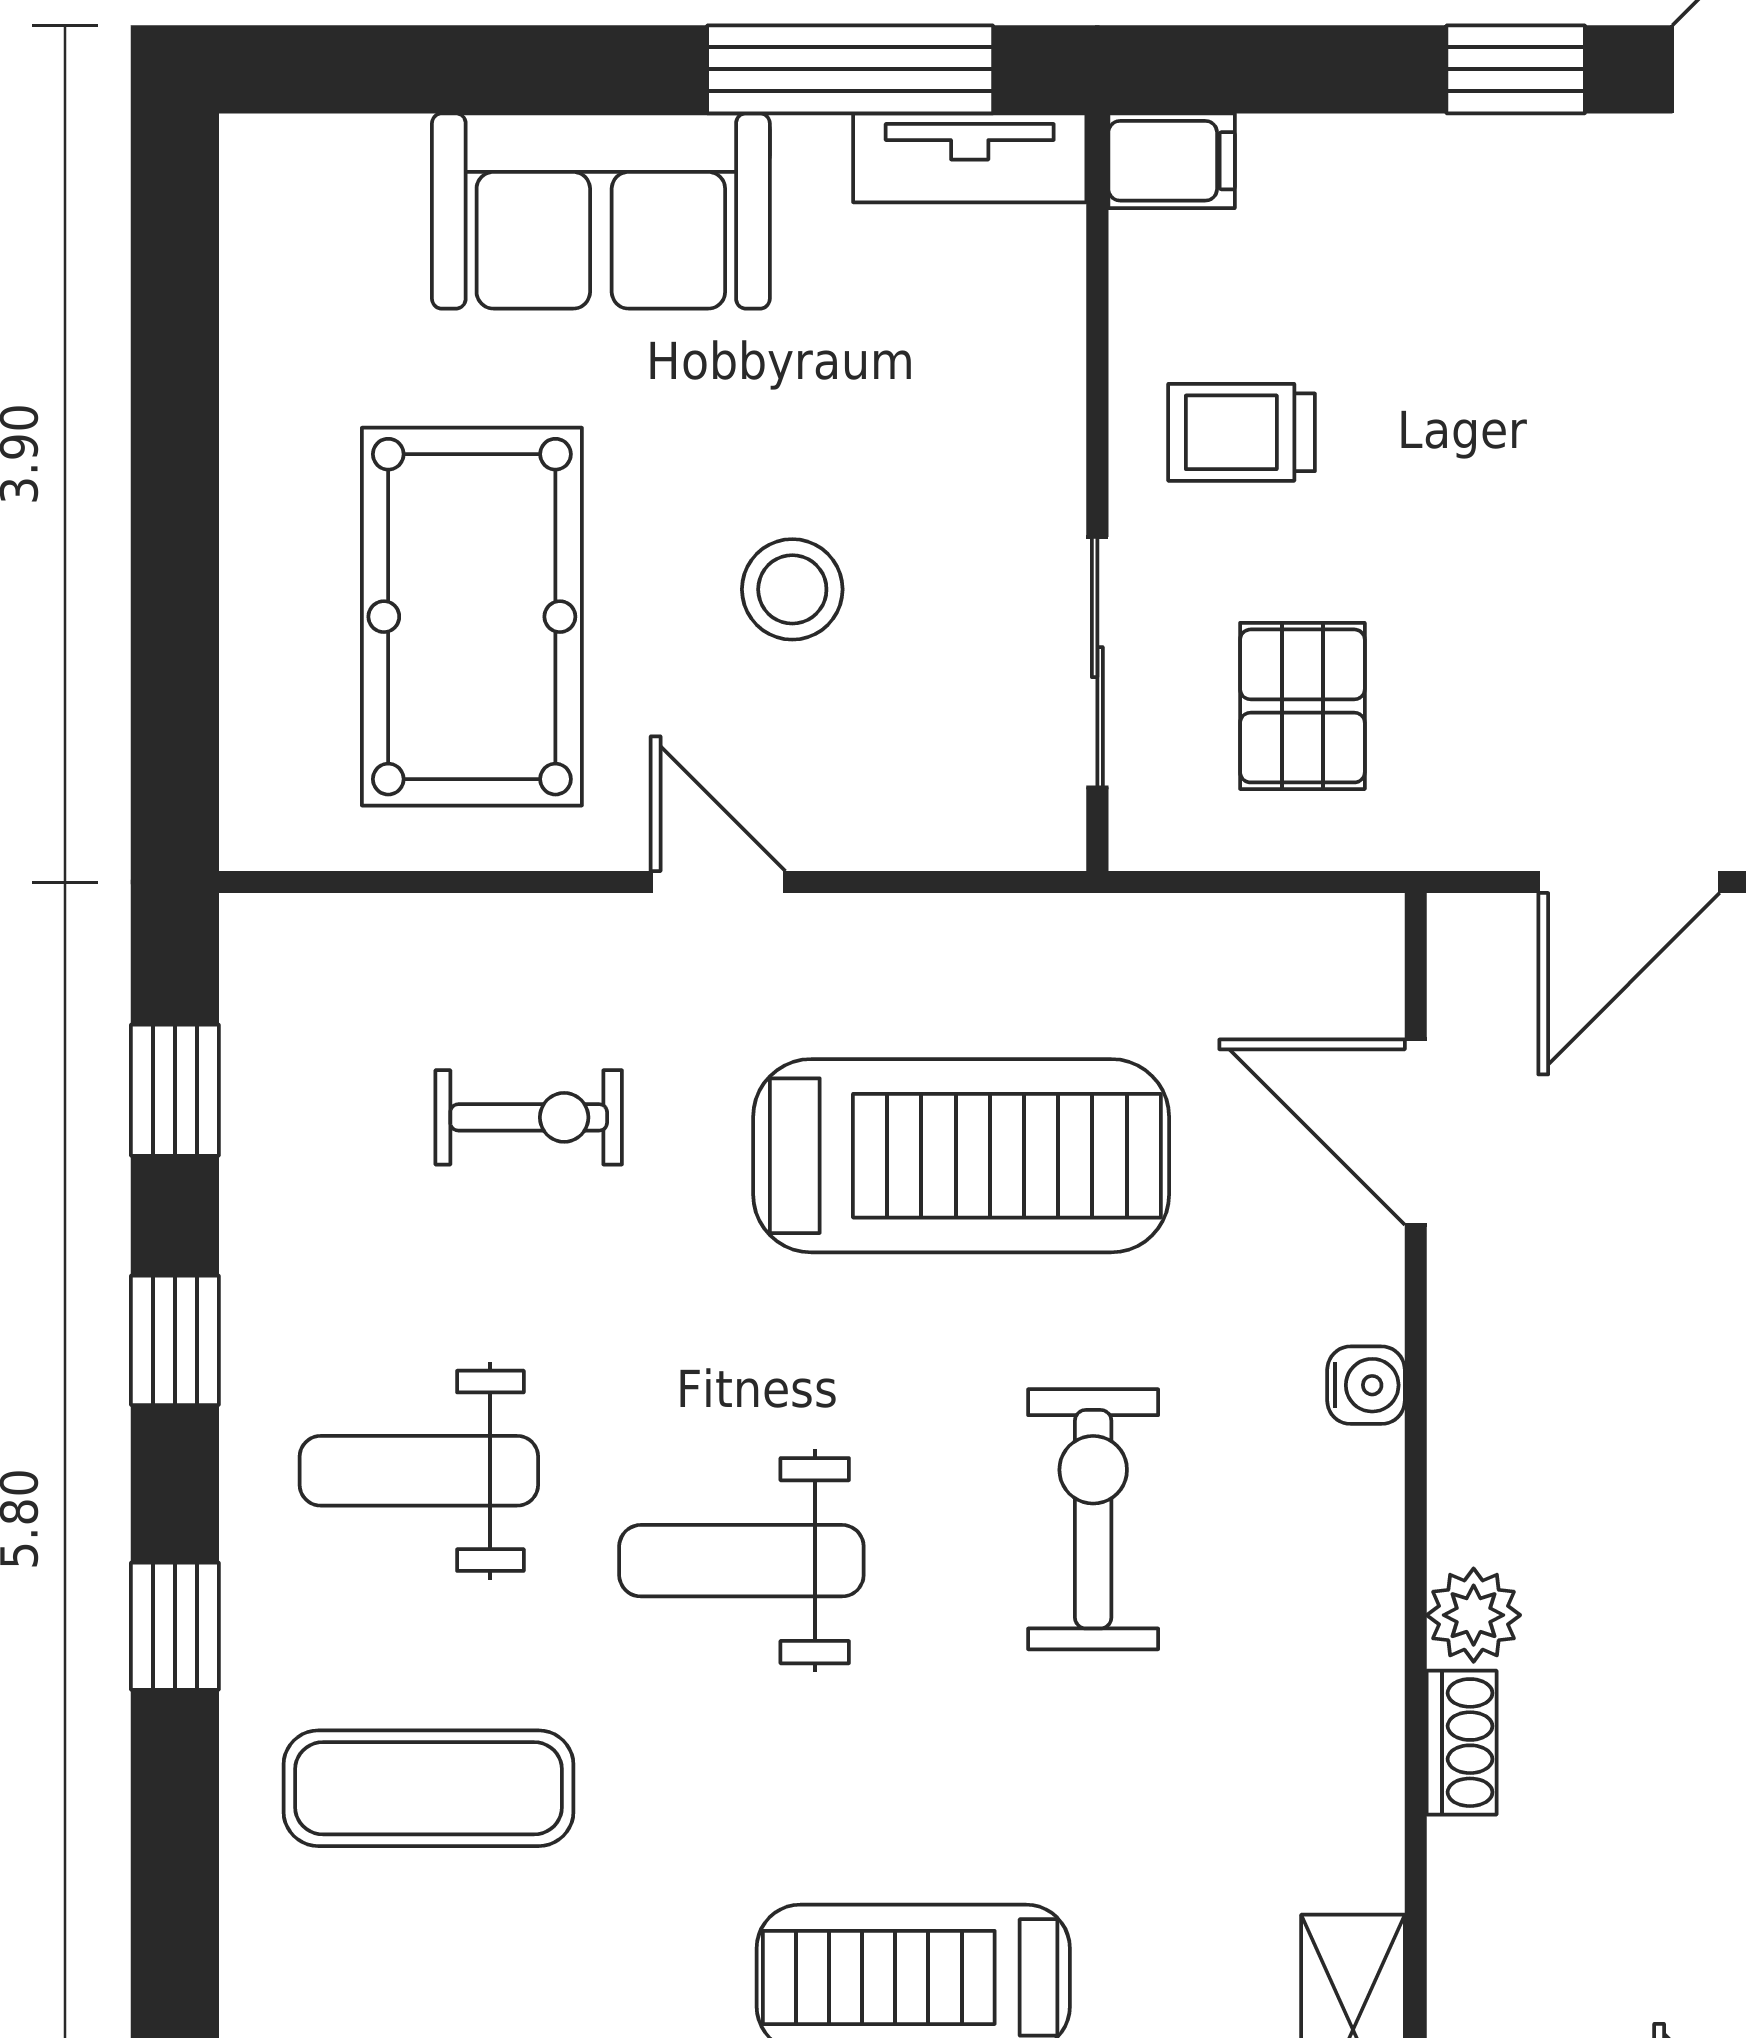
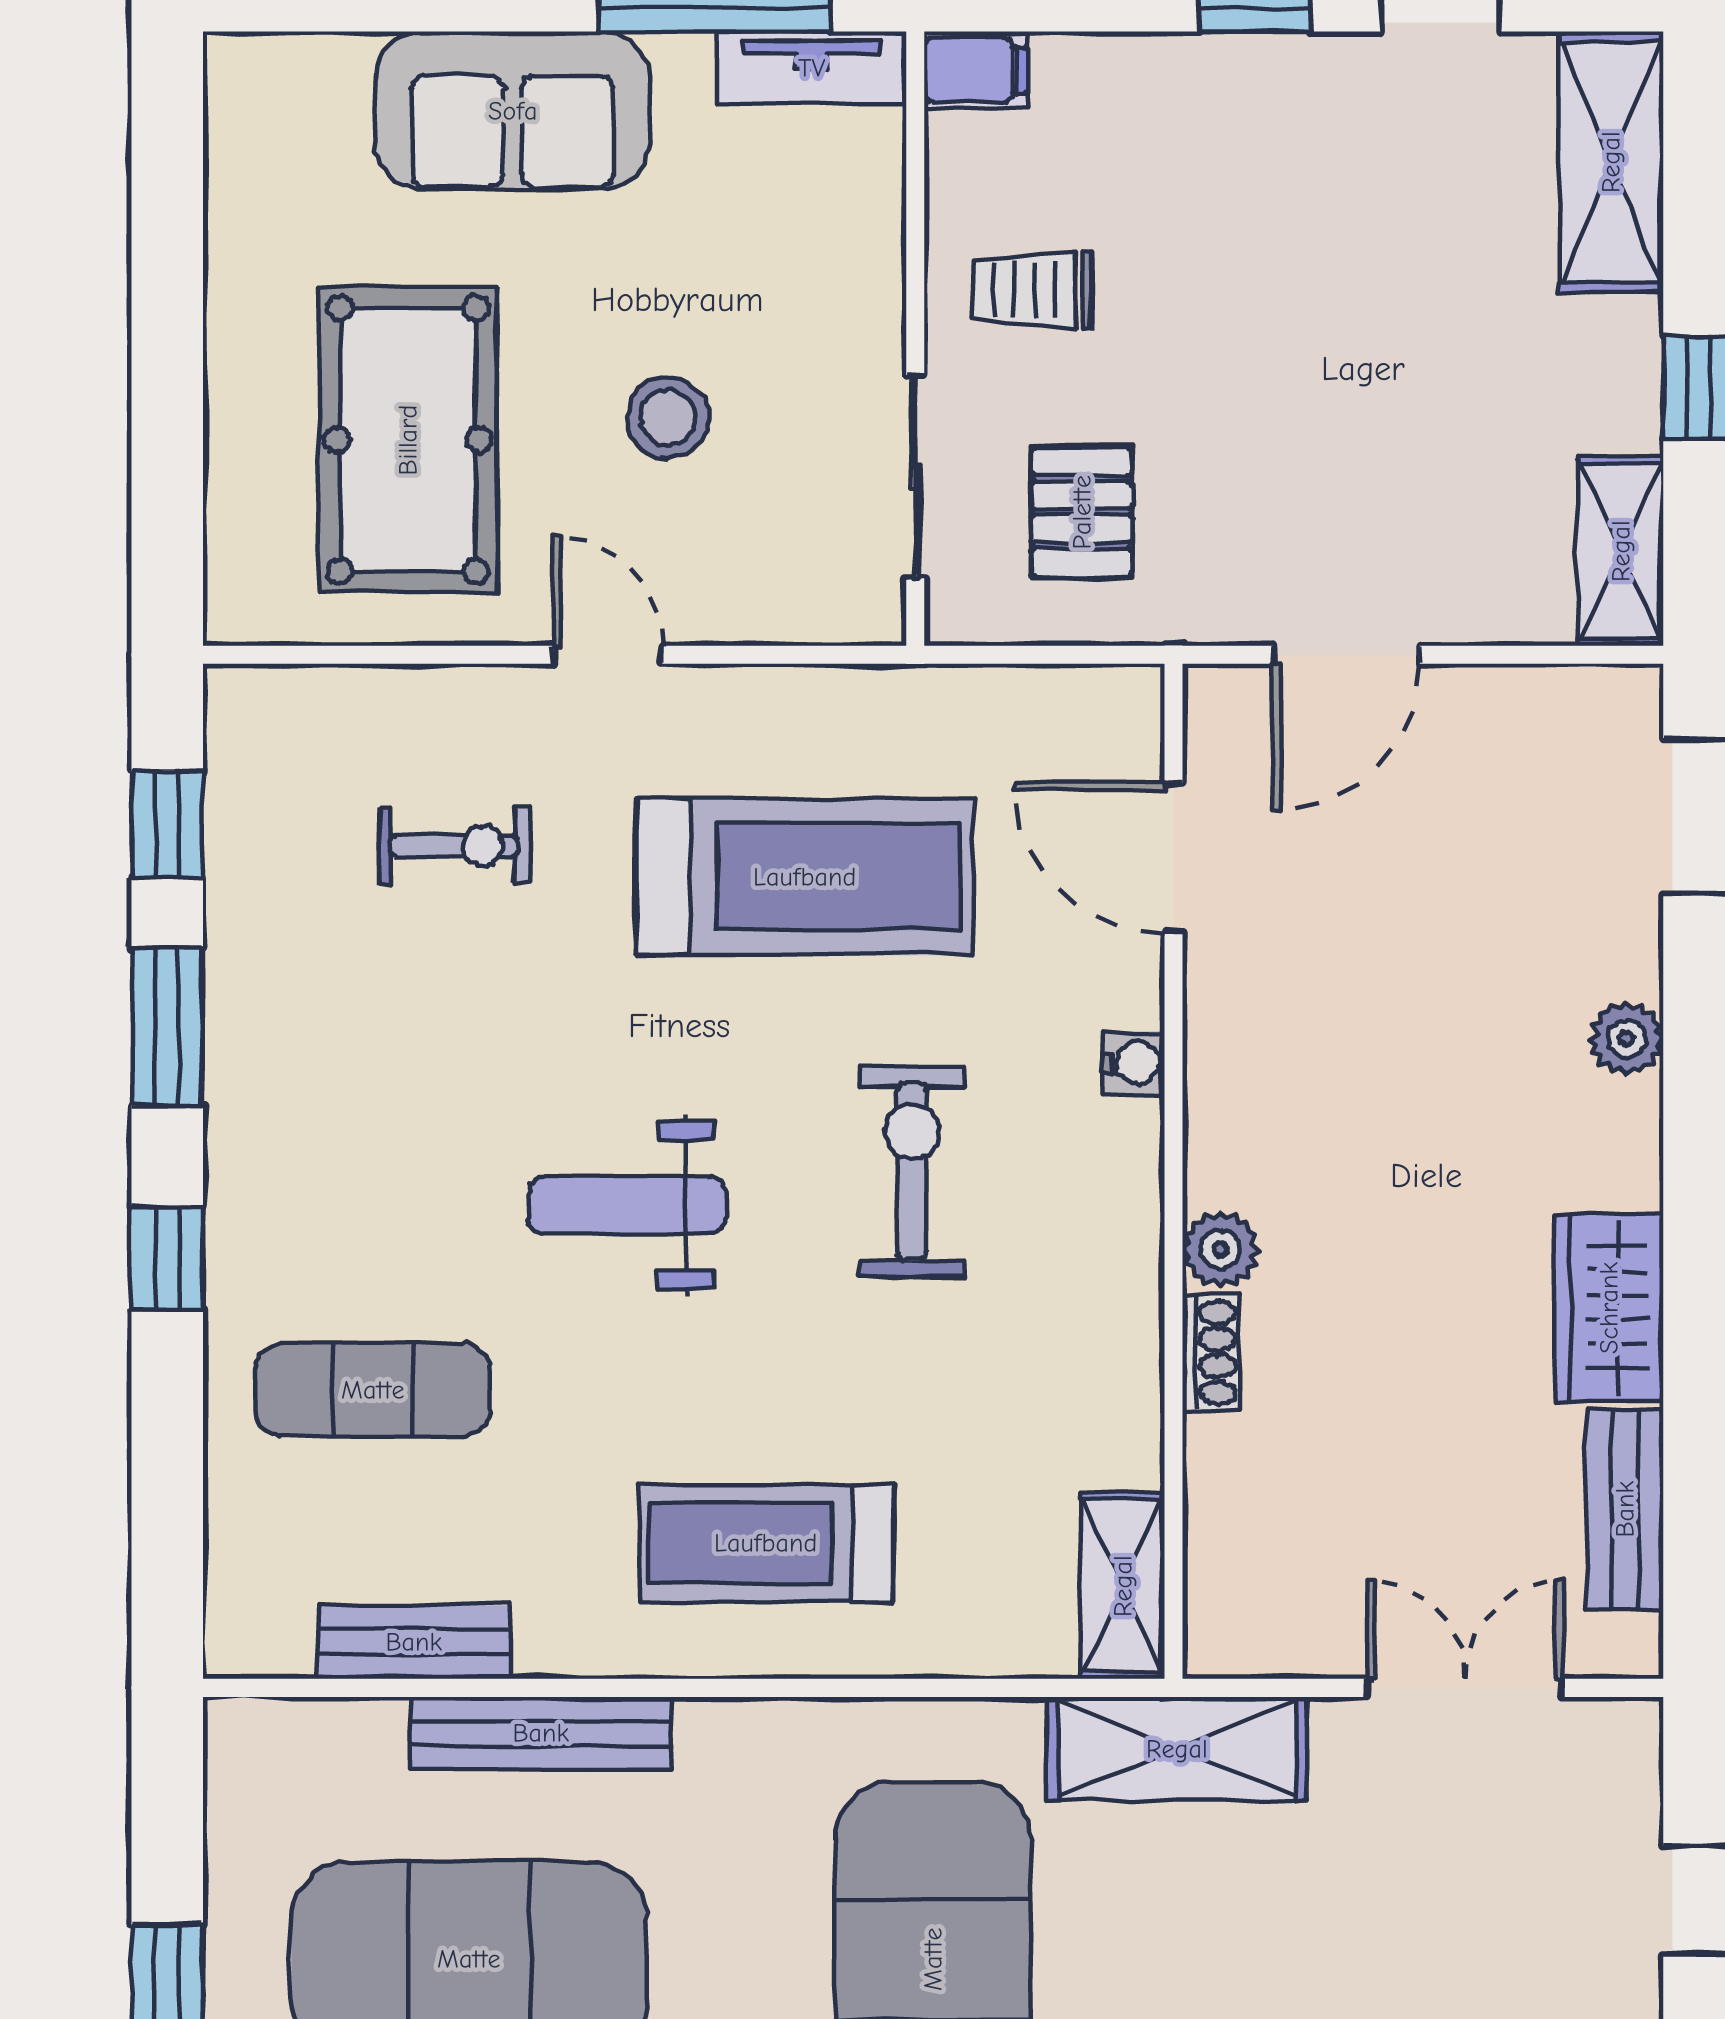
window: (175, 1340) -> (167, 1026), width x1.50
weight bench: (419, 1471) -> (365, 1132), removed

